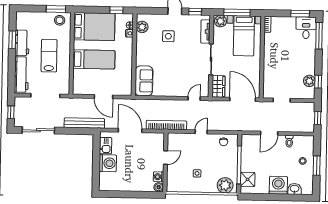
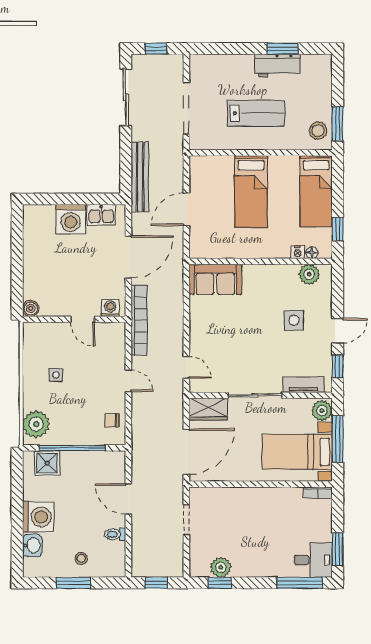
bed: (94, 27) -> (316, 191), width x0.67
workbench: (21, 75) -> (222, 66), removed
washing machine: (159, 177) -> (110, 308), moved

